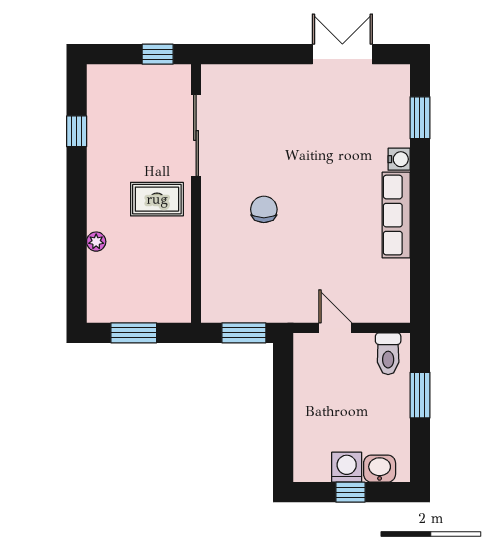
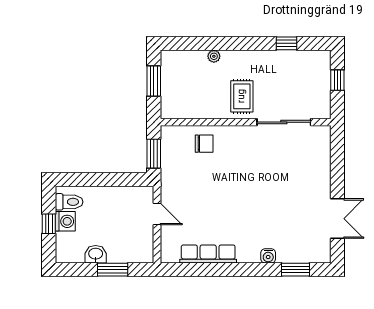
window: (158, 54) -> (337, 80), moved
chair: (264, 209) -> (204, 144), moved
row of seats: (396, 215) -> (208, 254), moved
door: (335, 328) -> (157, 214), hinge flipped
toilet: (388, 354) -> (69, 202), moved, turned 180
washbasin: (380, 469) -> (96, 254), moved, turned -90

